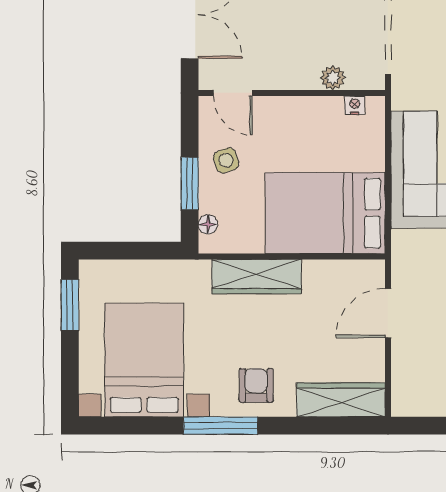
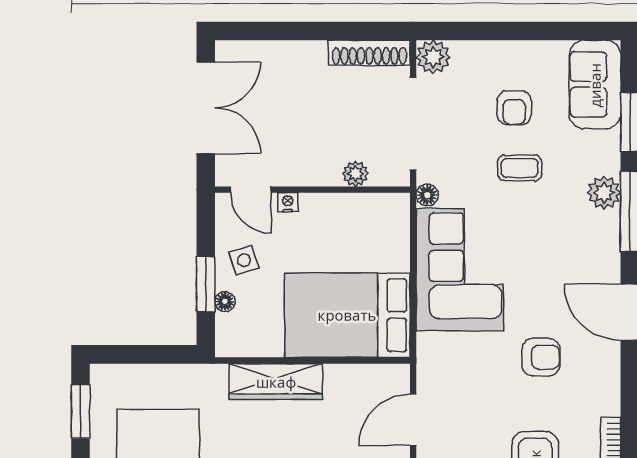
floor lamp: (401, 98) -> (427, 195), added
nightstand: (355, 105) -> (288, 202), moved
floor lamp: (208, 224) -> (225, 302), moved

